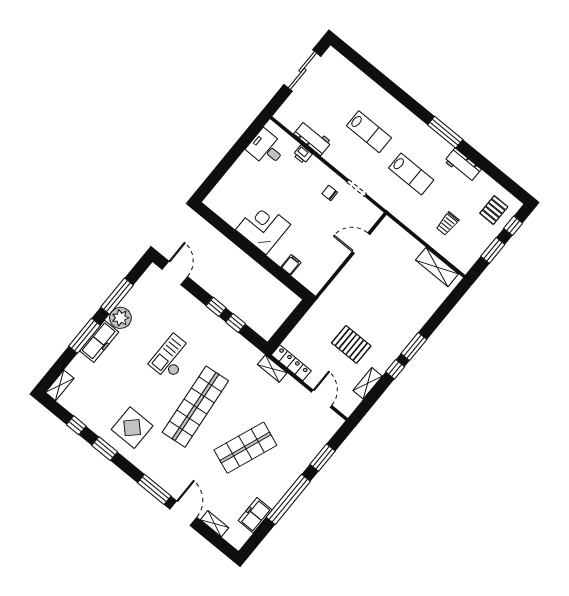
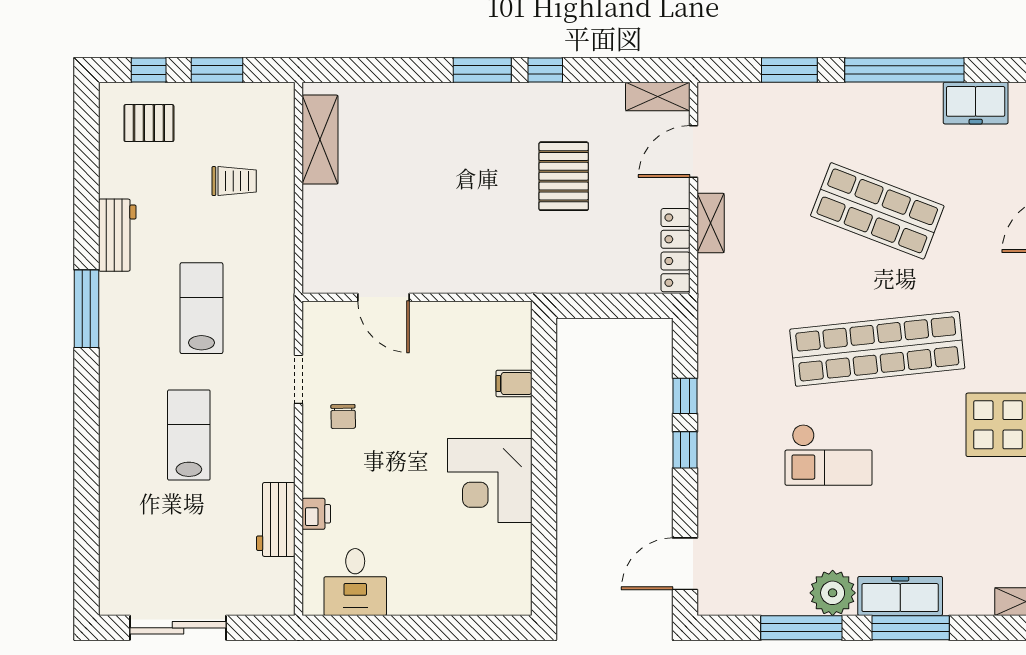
shelving: (272, 369) -> (711, 223), moved
shelving: (368, 383) -> (658, 97), moved

